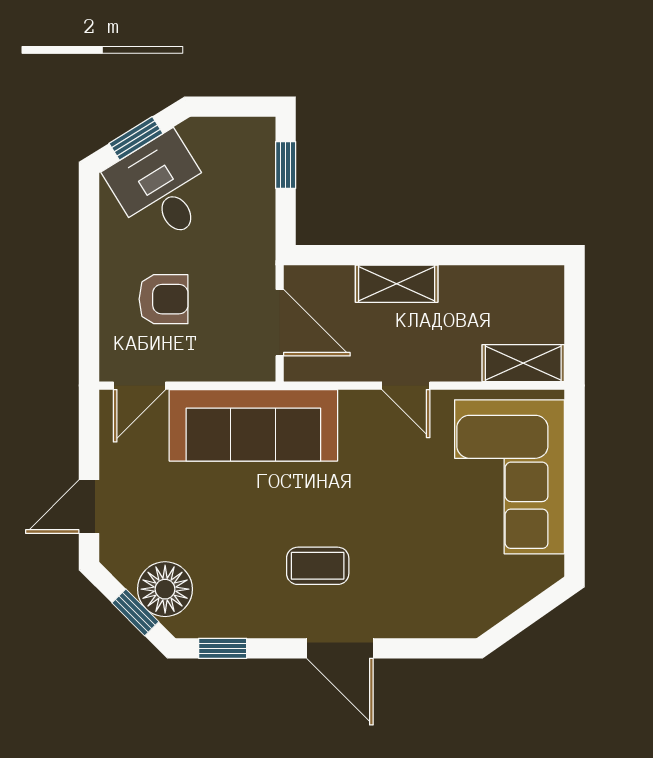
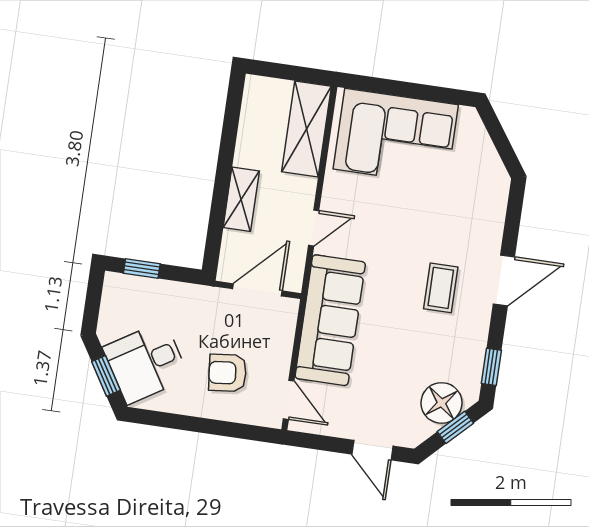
armchair: (164, 299) -> (228, 373), turned -96
shelving: (523, 363) -> (307, 129), width x1.50, depth x1.33
door: (406, 386) -> (314, 228), moved

